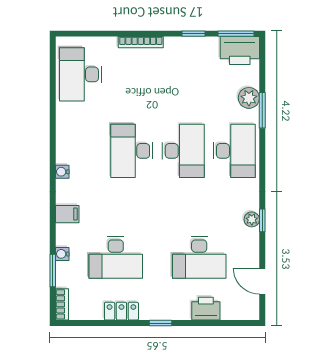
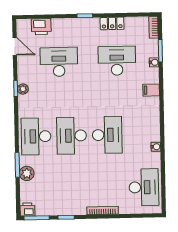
printer: (240, 51) -> (27, 209), width x0.53, depth x0.68
water cooler: (62, 172) -> (156, 147), moved
printer: (206, 309) -> (41, 27), moved

